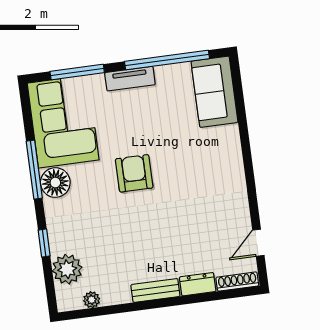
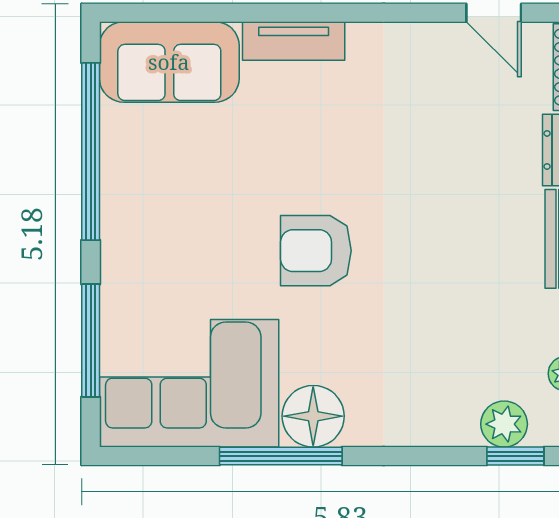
tv unit: (130, 79) -> (294, 41), moved, turned 90
window: (44, 243) -> (515, 456), moved
plant: (67, 269) -> (504, 424), width x0.73, depth x0.73

